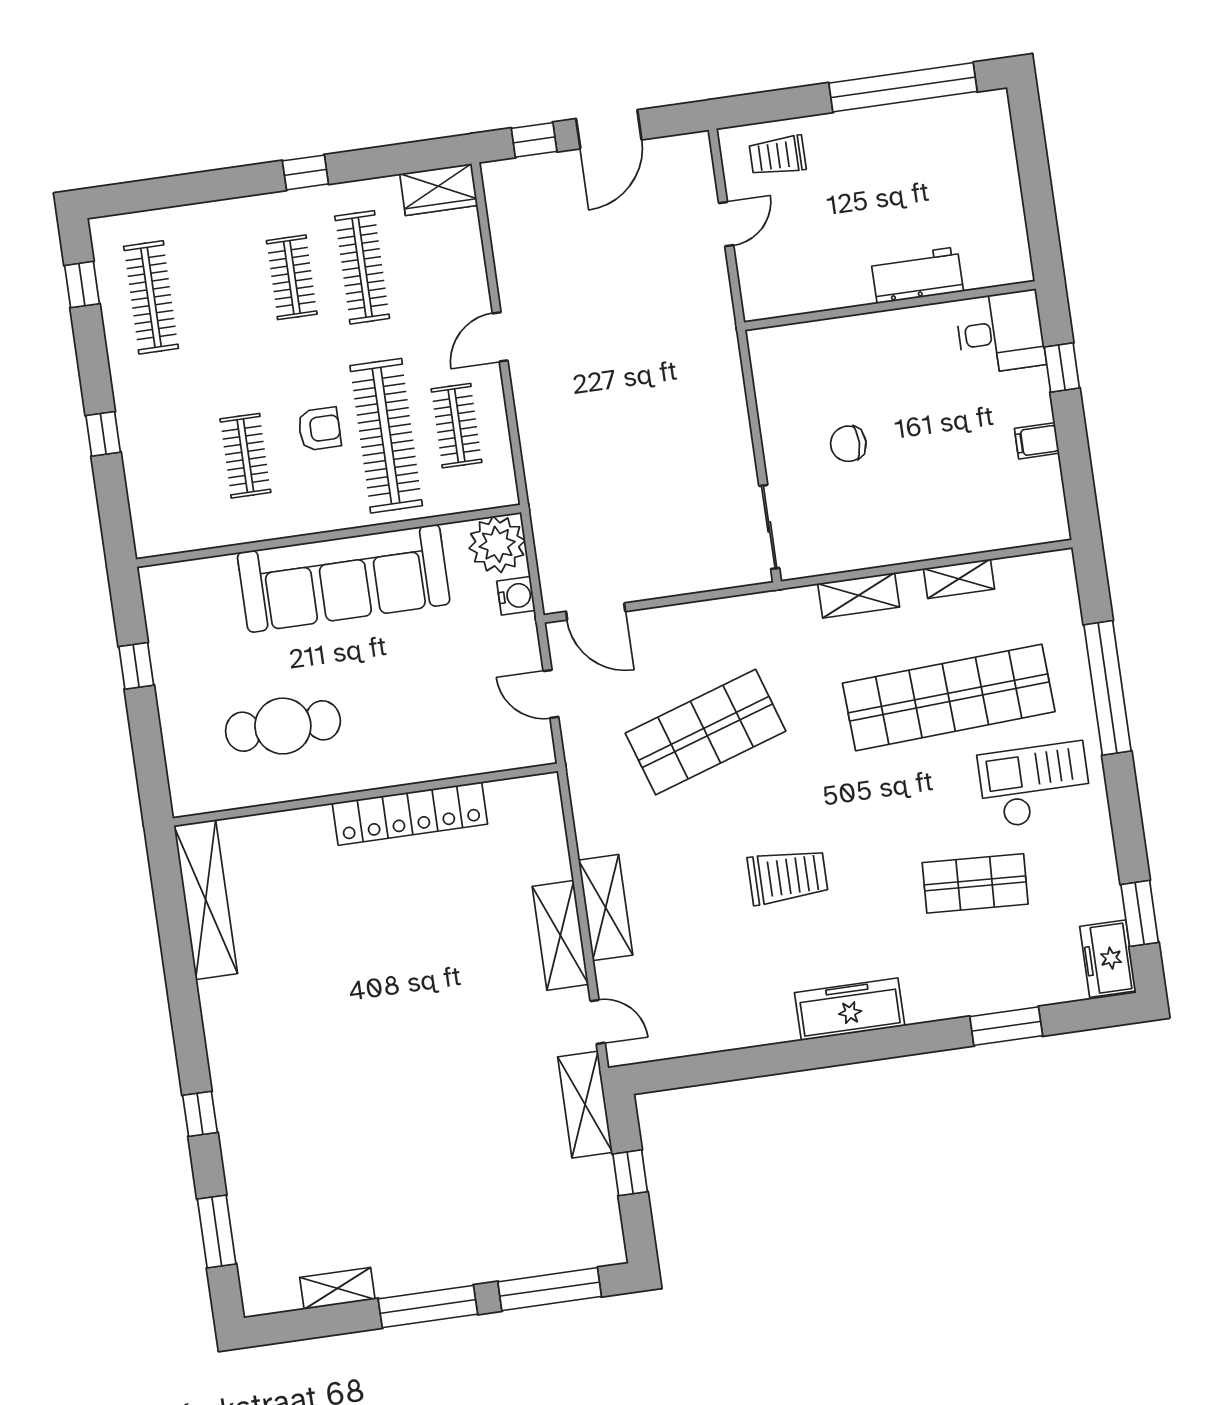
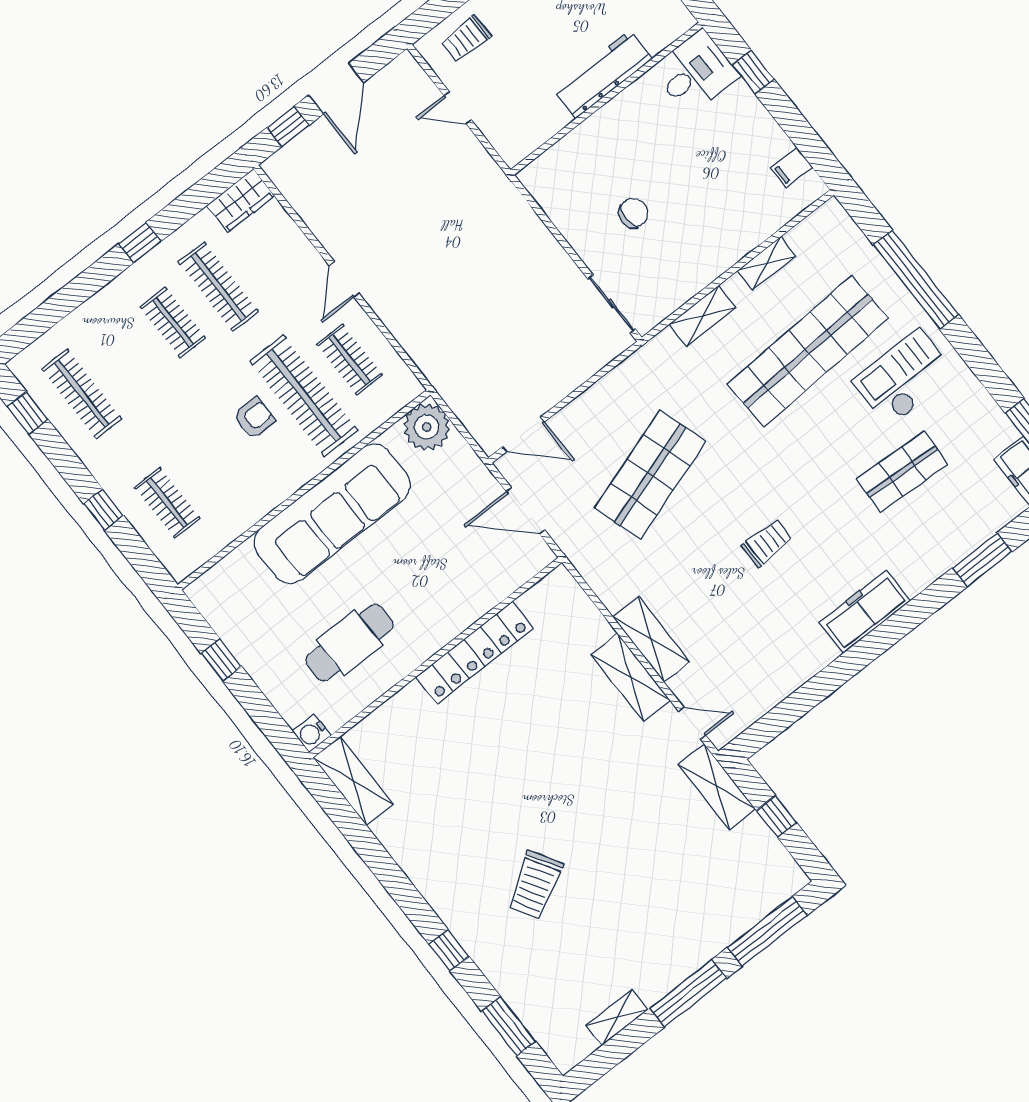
door: (726, 224) -> (458, 108), swing flipped
workbench: (917, 275) -> (603, 74), width x1.37
filing cabinet: (1037, 441) -> (792, 168), moved
chair: (848, 444) -> (633, 213), turned 180
clothes rail: (245, 456) -> (167, 503), moved
water cooler: (516, 596) -> (312, 733), moved, turned 180
door: (551, 694) -> (526, 511), width x1.38
trolley: (788, 876) -> (767, 543), width x0.73, depth x0.72
shelving: (206, 900) -> (353, 781), width x0.68
trolley: (332, 1097) -> (535, 885), added

